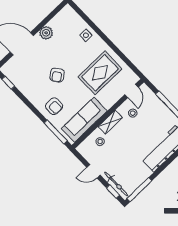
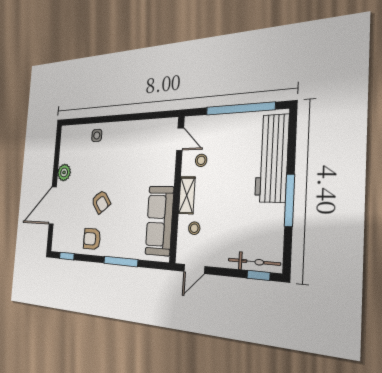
rug: (100, 73) -> (136, 156), removed
armchair: (54, 106) -> (92, 239), moved, turned 180
window: (56, 132) -> (121, 261), moved
door: (93, 171) -> (194, 269), moved
window: (139, 190) -> (290, 200), moved

